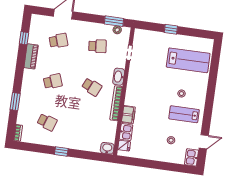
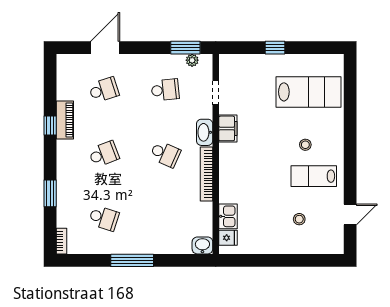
window: (24, 38) -> (50, 125), moved
filing cabinet: (128, 115) -> (228, 128), moved
window: (61, 151) -> (132, 260), width x2.17
kitchen sink: (192, 157) -> (335, 241), removed

